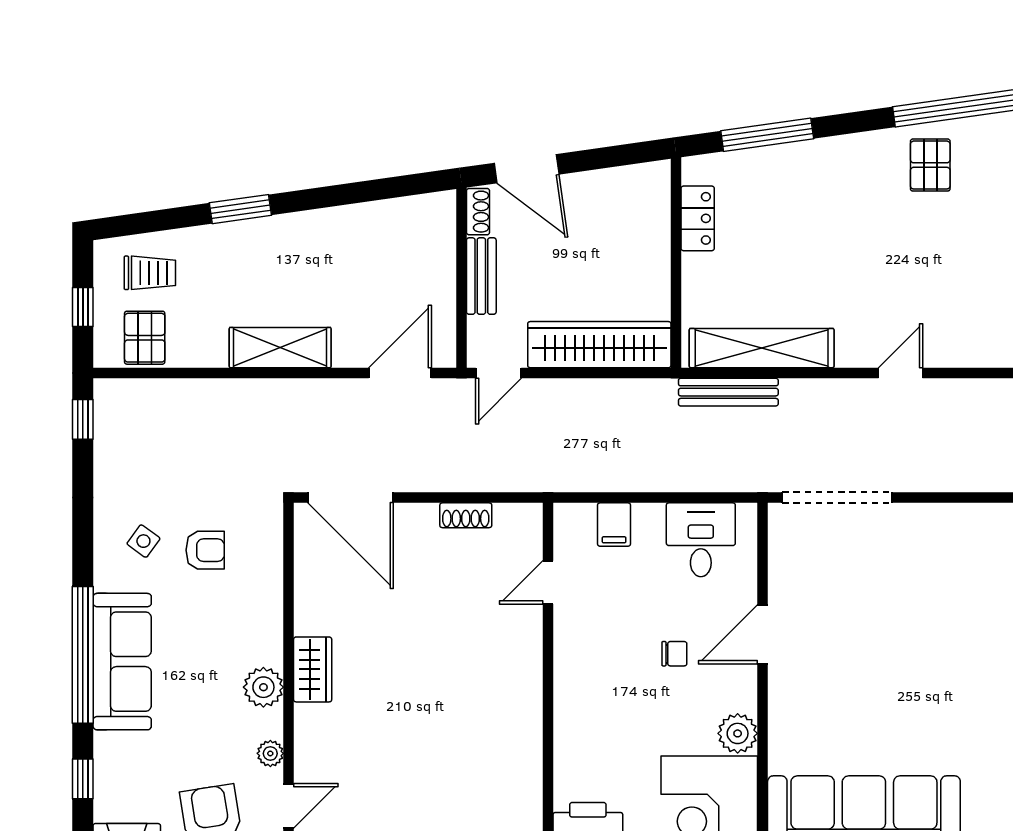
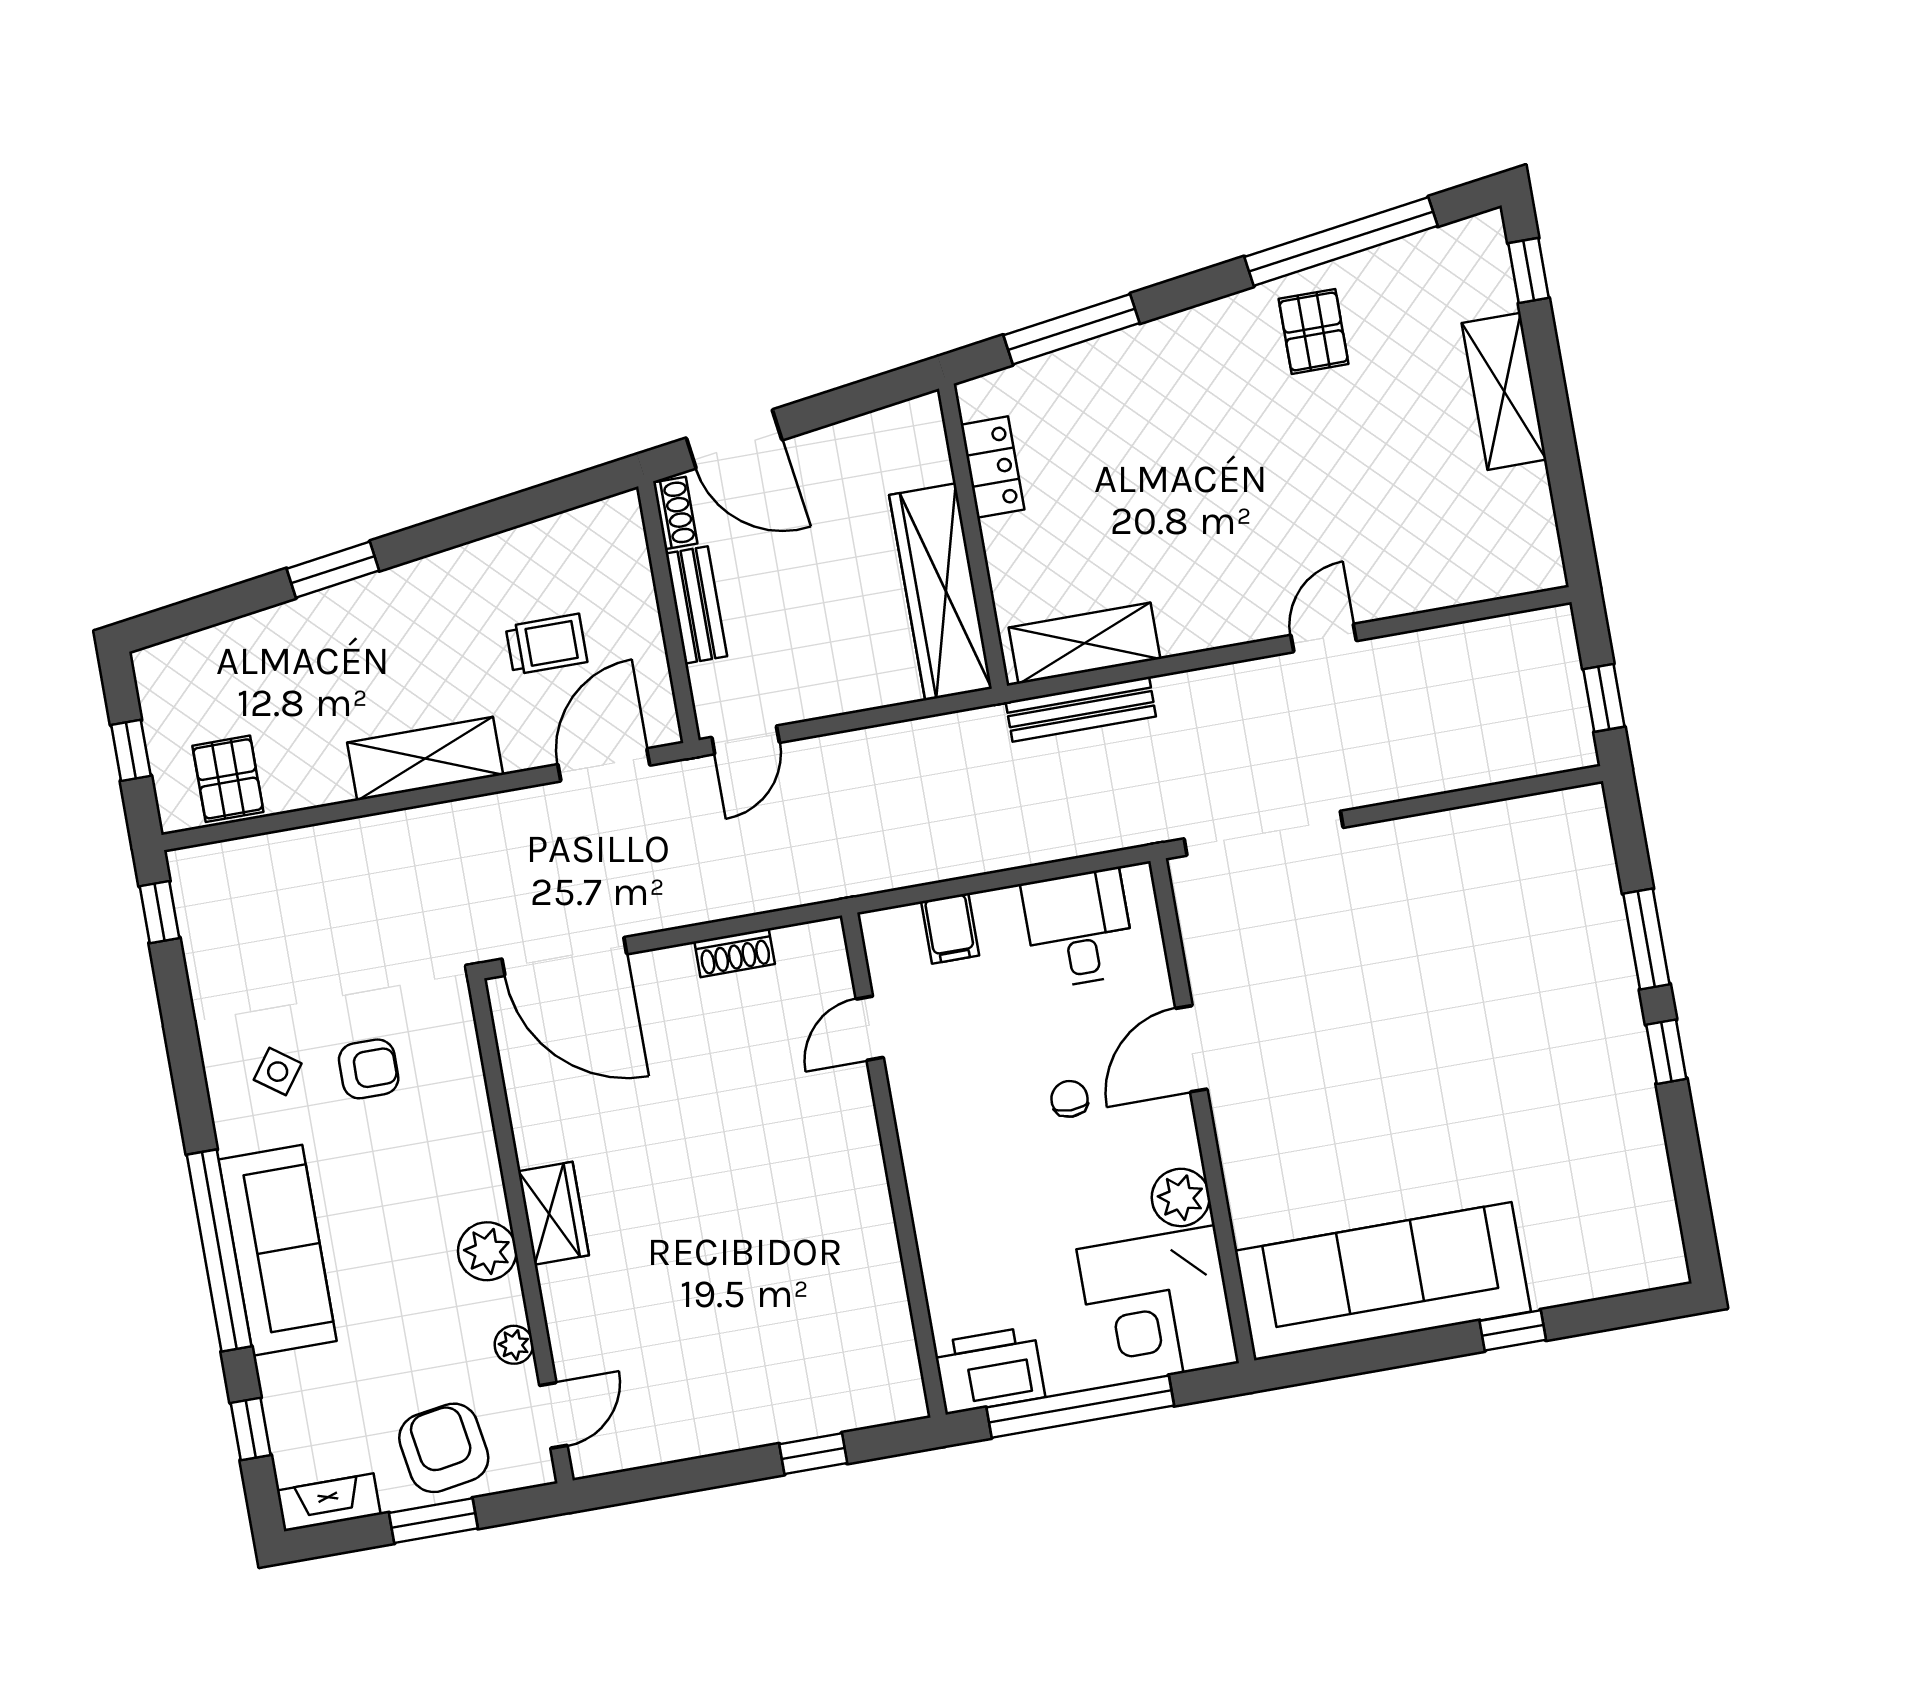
trolley: (150, 273) -> (546, 644), moved
wardrobe: (599, 345) -> (941, 592), moved, turned -90
shelving: (762, 348) -> (1084, 643), width x0.68
chair: (674, 654) -> (1069, 1099), turned -90

